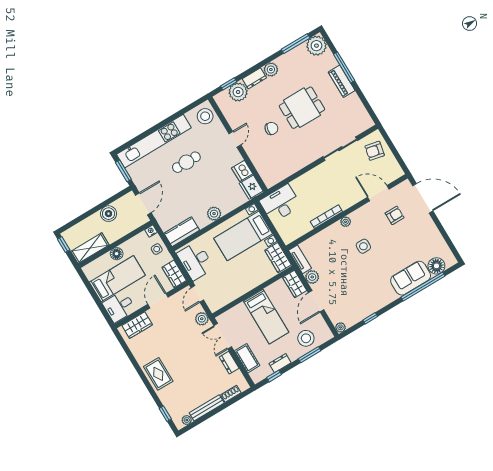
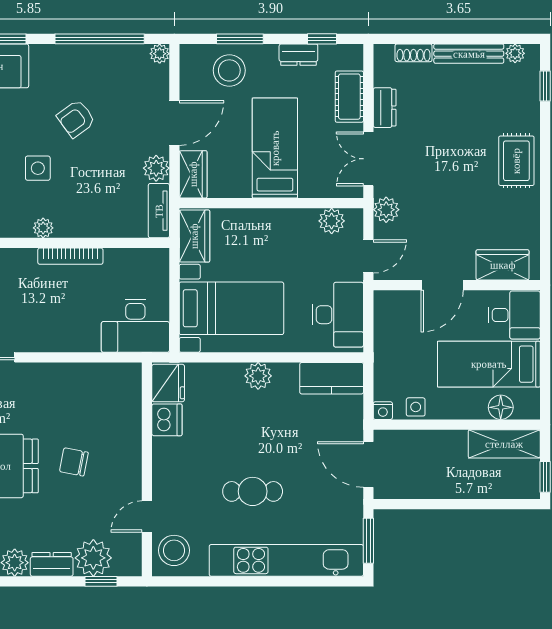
door: (235, 139) -> (147, 516), moved
door: (143, 204) -> (368, 465), hinge flipped
boiler: (109, 214) -> (437, 484), removed
side table: (157, 249) -> (416, 407), moved
floor lamp: (117, 254) -> (501, 407), moved
wardrobe: (174, 274) -> (387, 314), removed
armchair: (360, 278) -> (76, 119), added
plant: (223, 300) -> (332, 221), added
window: (370, 318) -> (100, 39), width x3.17
double door: (223, 336) -> (368, 159), swing flipped

